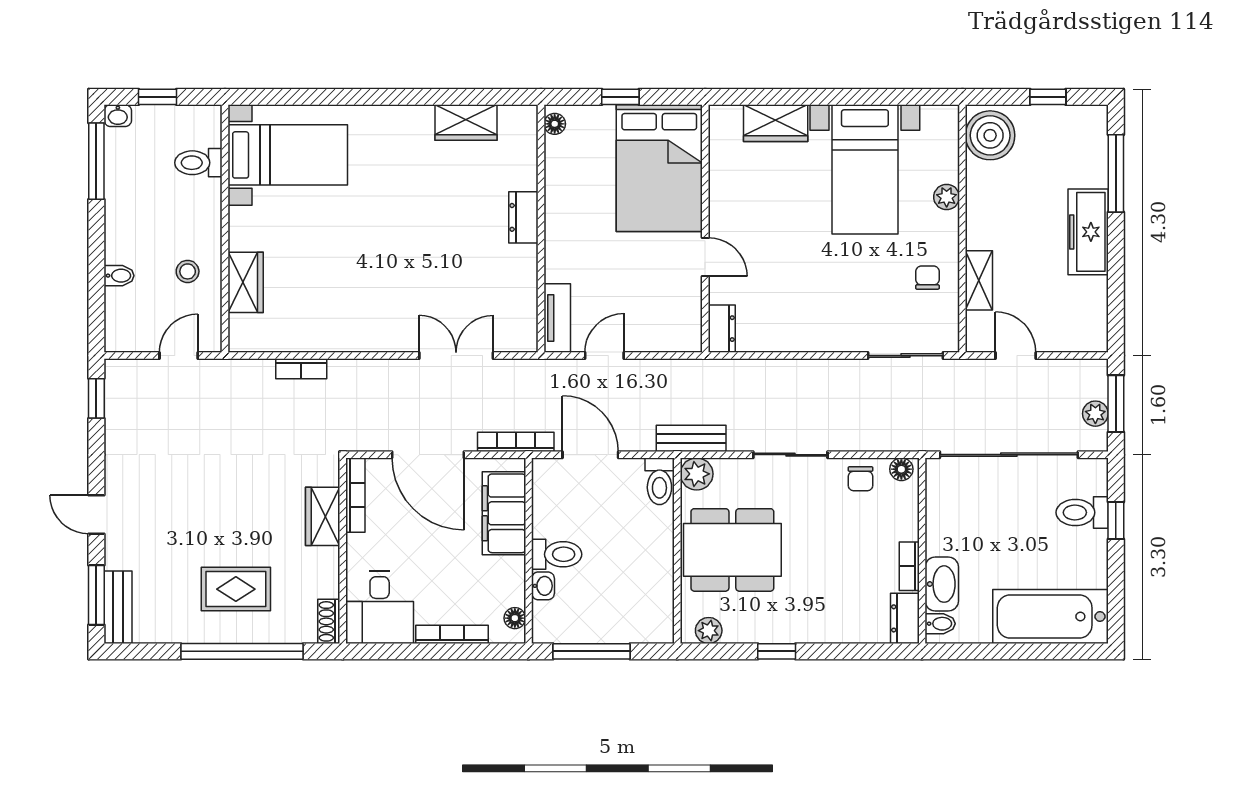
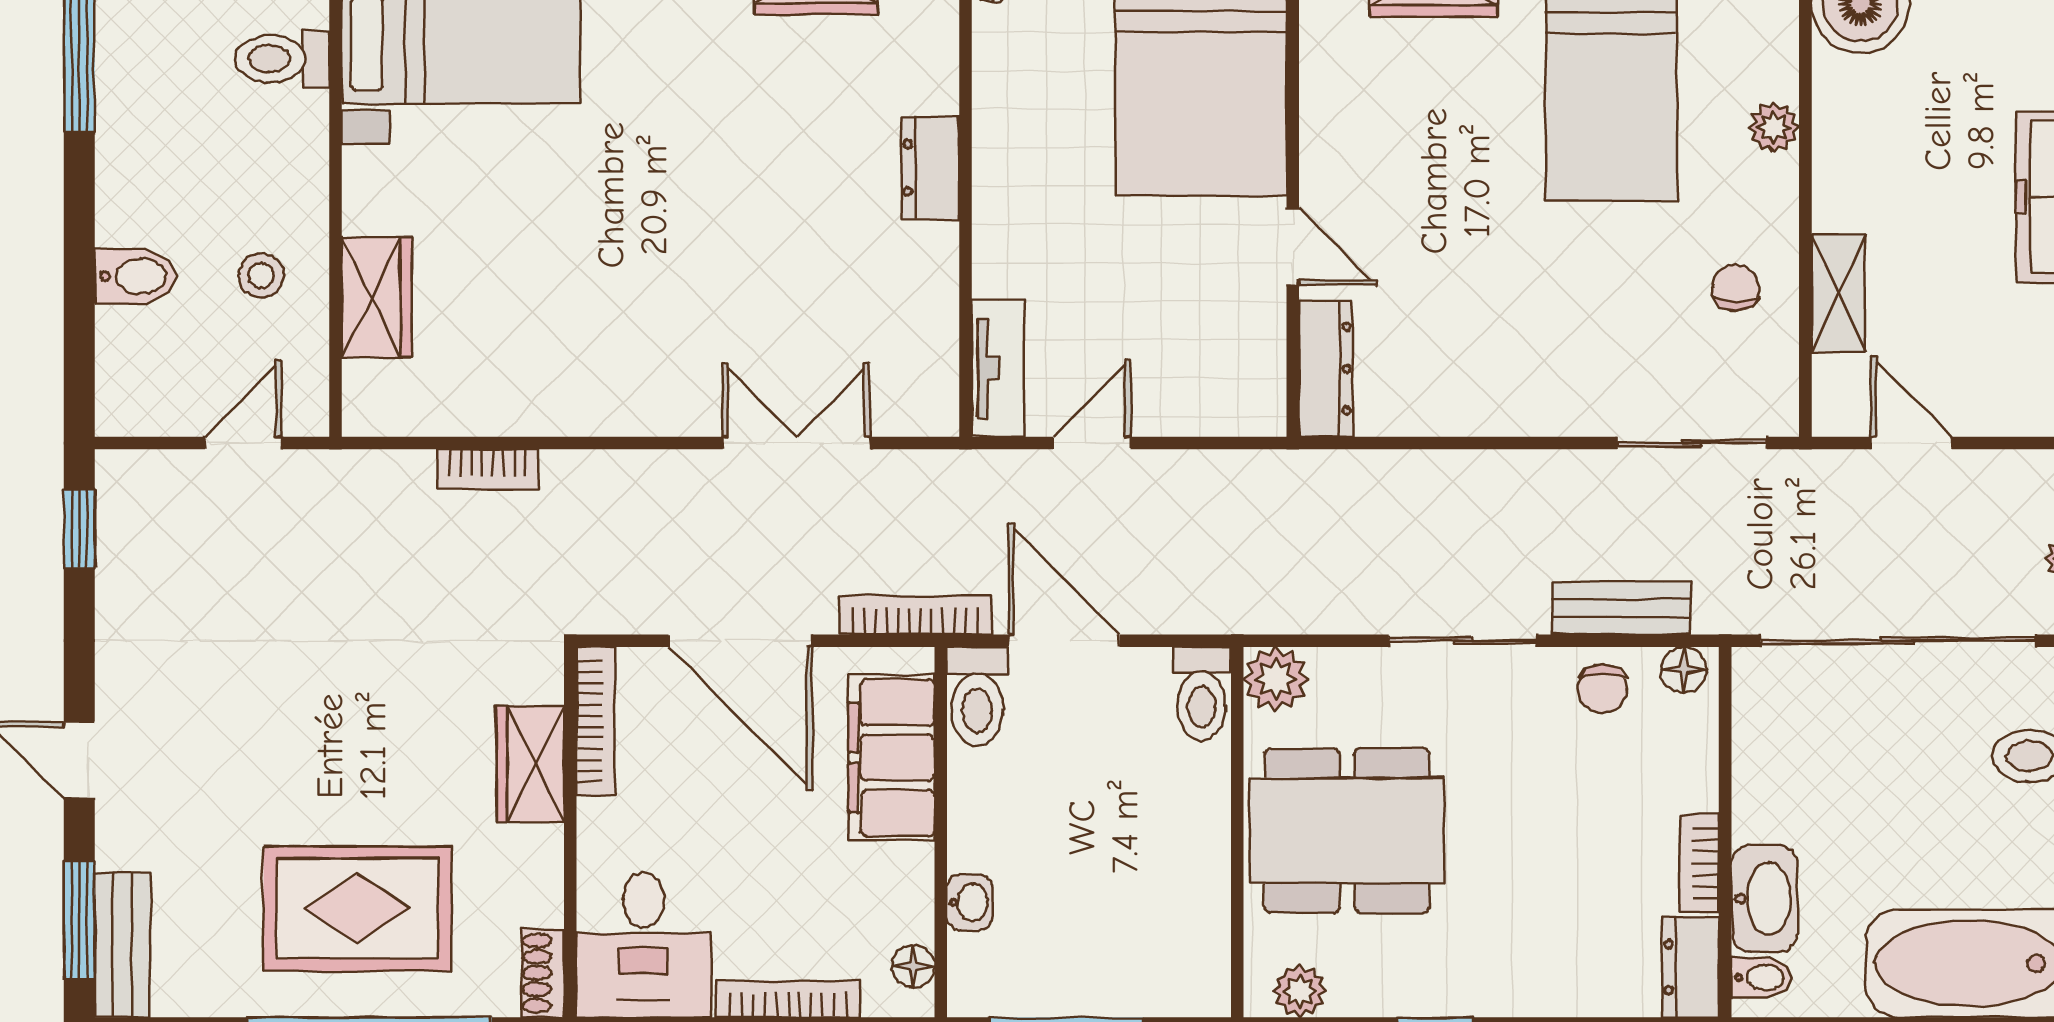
bidet: (119, 276) -> (135, 276), width x1.38, depth x1.36
dresser: (722, 329) -> (1326, 369), width x1.44
bench: (691, 438) -> (1621, 608), moved
toilet: (557, 554) -> (977, 697), moved, turned 90
rug: (236, 589) -> (357, 909), width x1.36, depth x1.43

